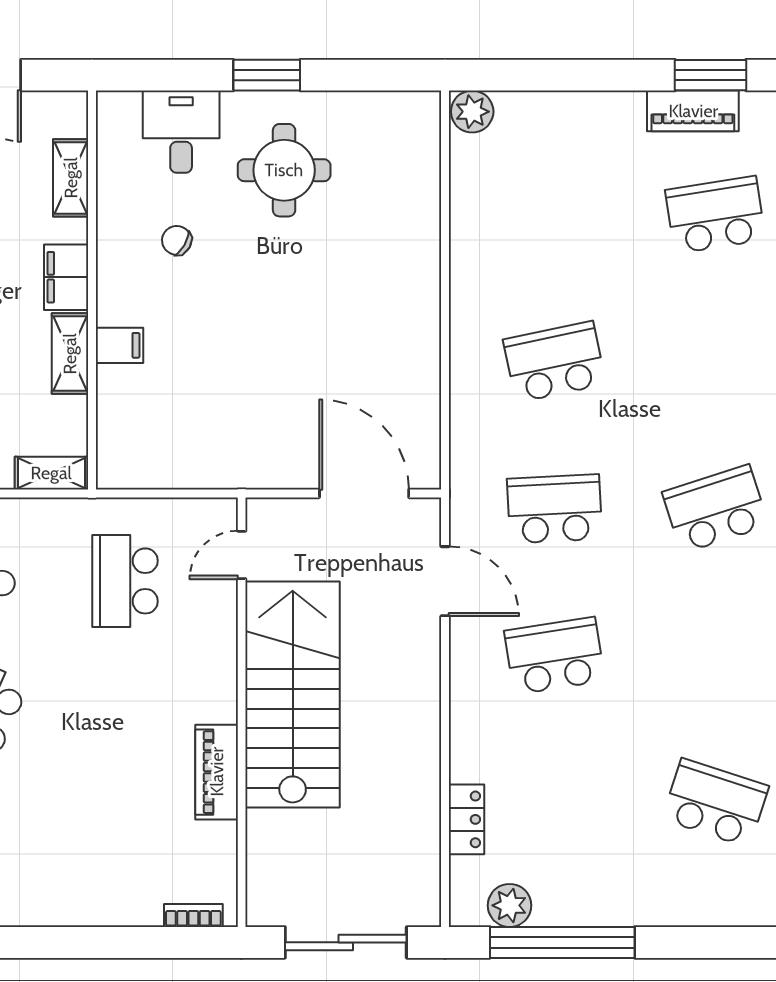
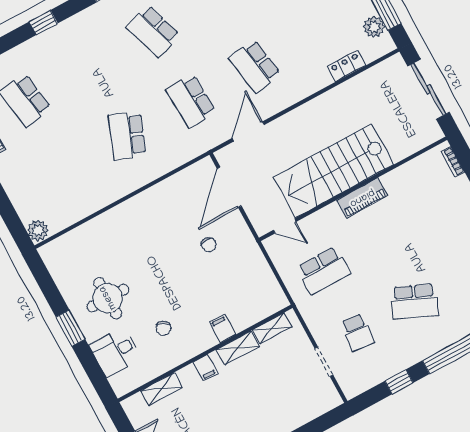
filing cabinet: (66, 277) -> (206, 368), width x0.50
school desk: (555, 362) -> (127, 136), turned 33
chair: (282, 402) -> (209, 245), added
shelving: (51, 473) -> (272, 328), moved, turned 90
piano: (217, 772) -> (362, 198), moved

